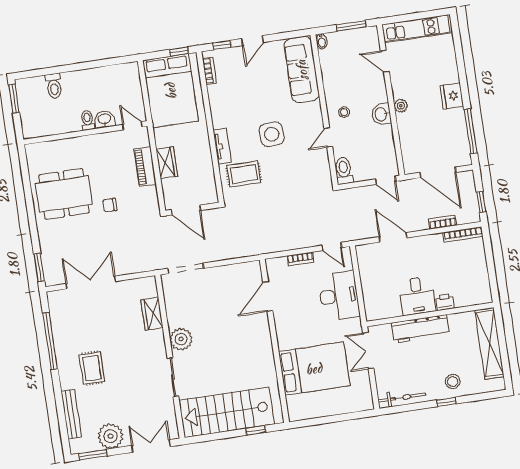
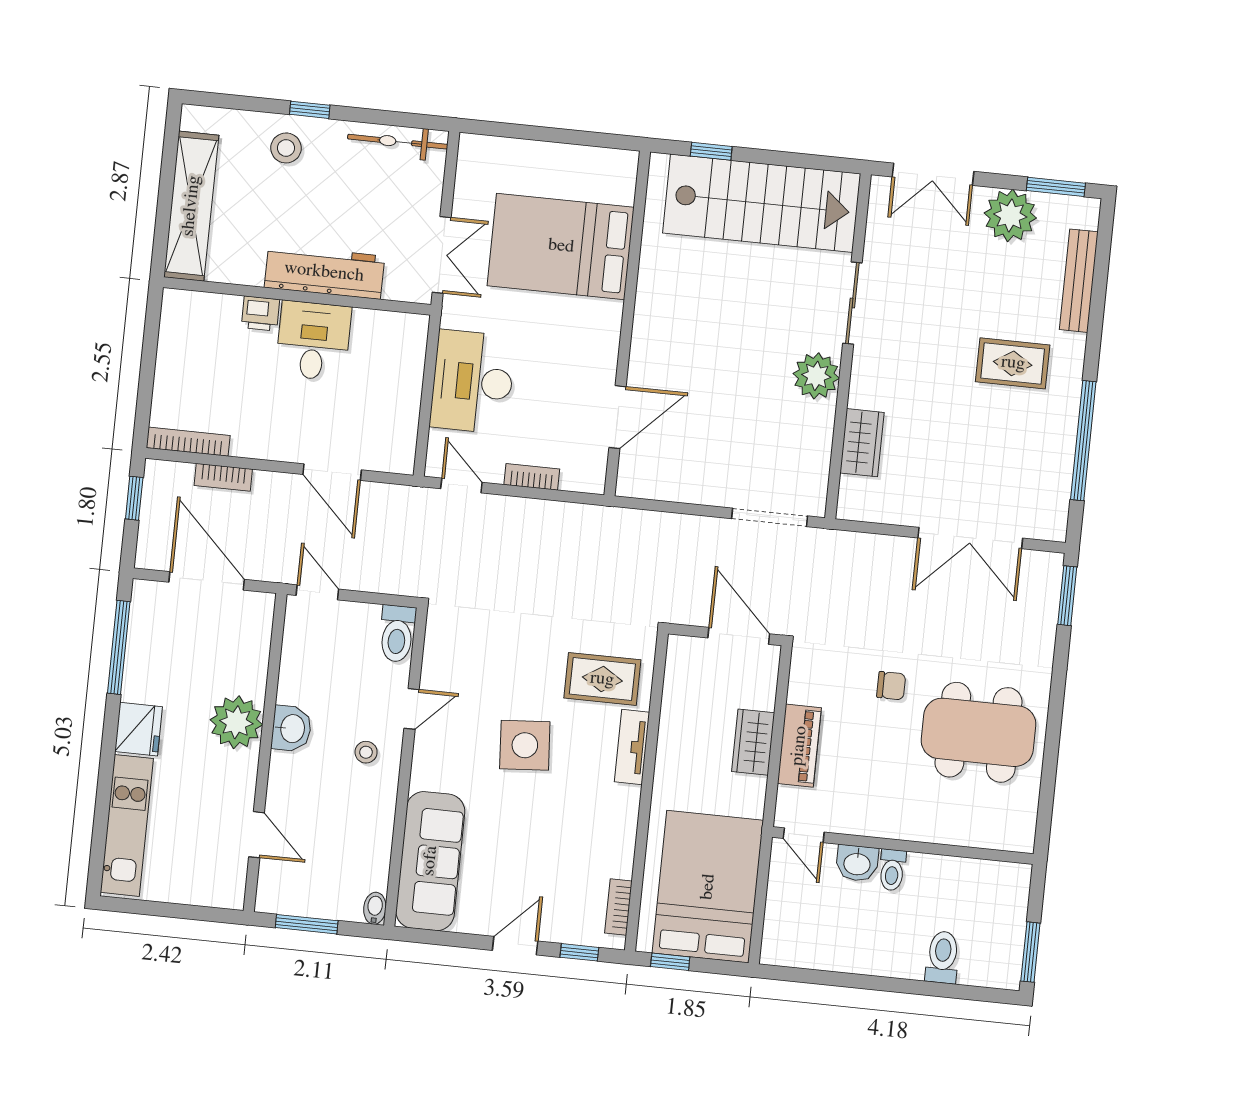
kitchen unit: (416, 29) -> (127, 825), moved, turned 90
plant: (401, 106) -> (236, 722), width x1.87, depth x1.87
rug: (92, 368) -> (1013, 363), turned 90

